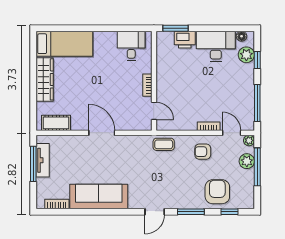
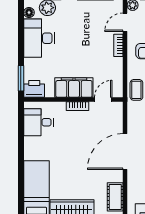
printer: (185, 40) -> (34, 89), moved, turned -90
filing cabinet: (166, 81) -> (74, 88), added
door: (102, 133) -> (125, 151), width x1.36

